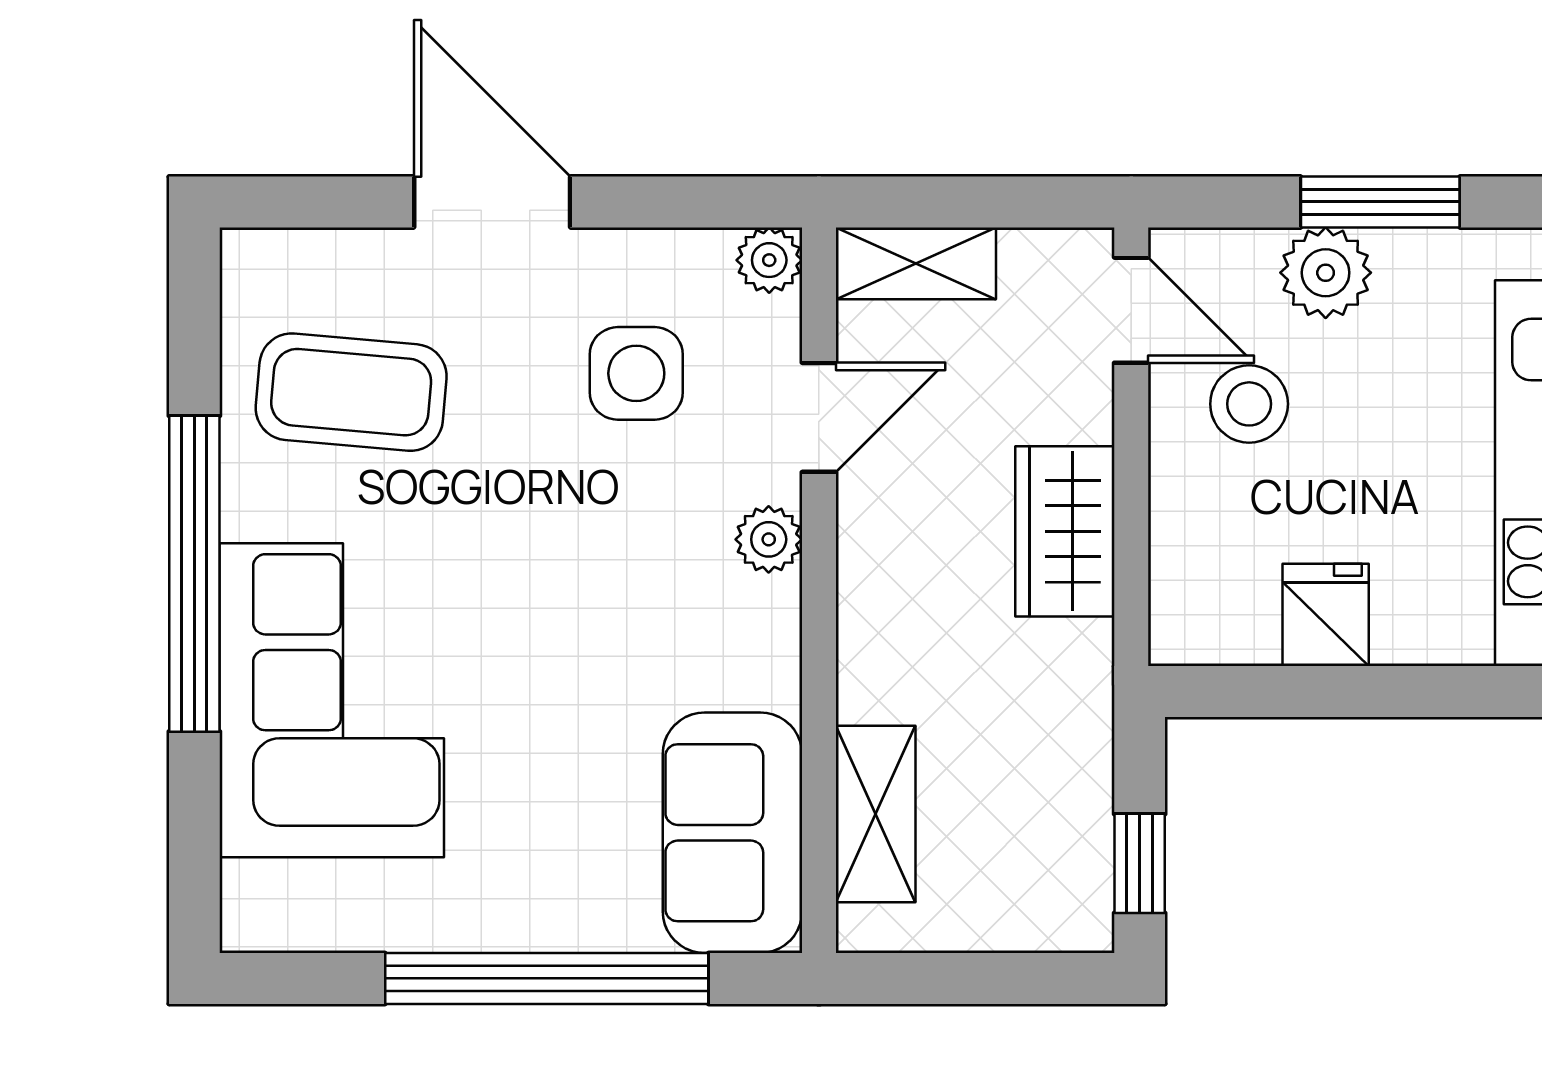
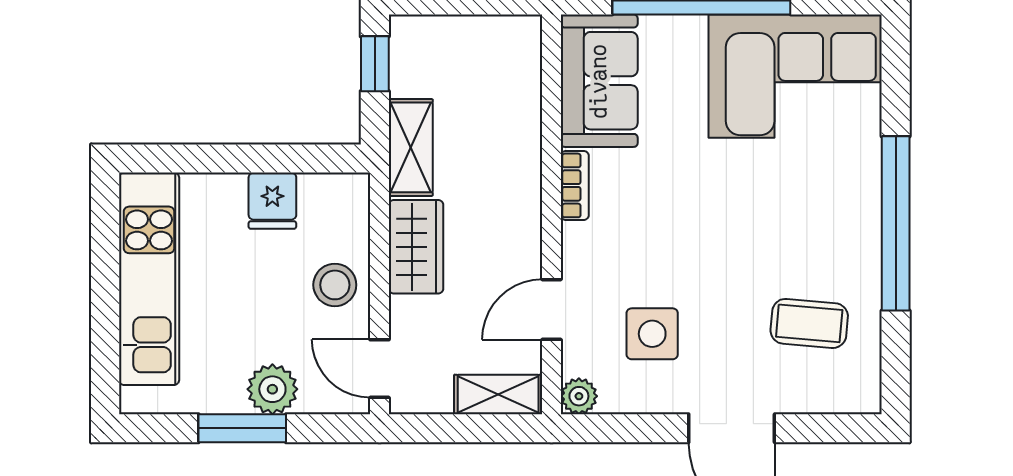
coffee table: (351, 392) -> (809, 323), width x0.73, depth x0.77
stool: (1249, 404) -> (335, 285), moved
plant: (769, 539) -> (579, 242), removed
bookcase: (777, 643) -> (575, 185), added
corner sofa: (332, 700) -> (795, 76), moved, turned -90
shelving: (876, 814) -> (411, 147), moved

